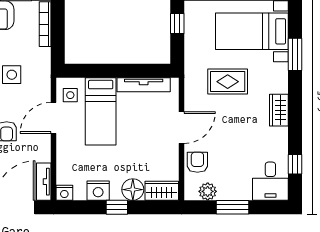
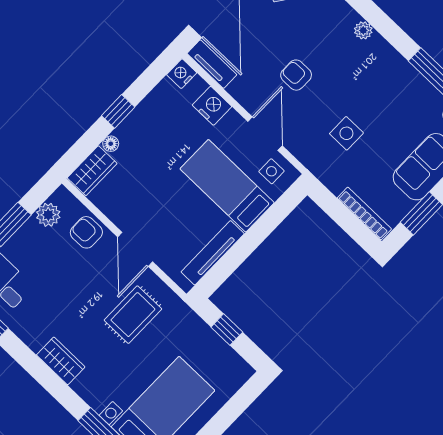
window: (177, 23) -> (227, 330), moved
rug: (228, 82) -> (133, 315), moved
armchair: (197, 162) -> (86, 232), turned 180
floor lamp: (133, 190) -> (111, 144), width x0.53, depth x0.53
nightstand: (98, 191) -> (212, 106), moved, turned 90

